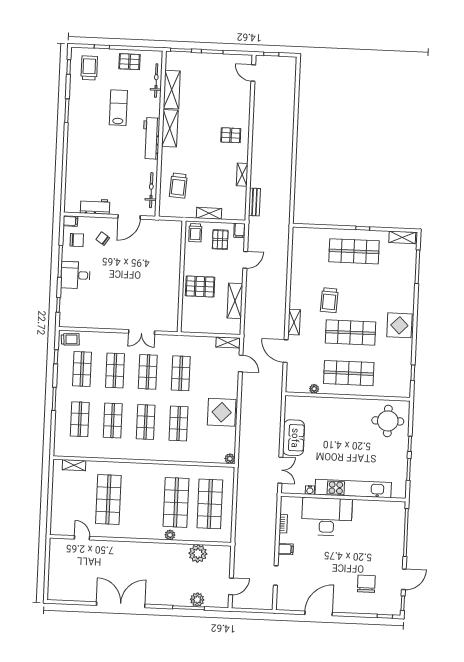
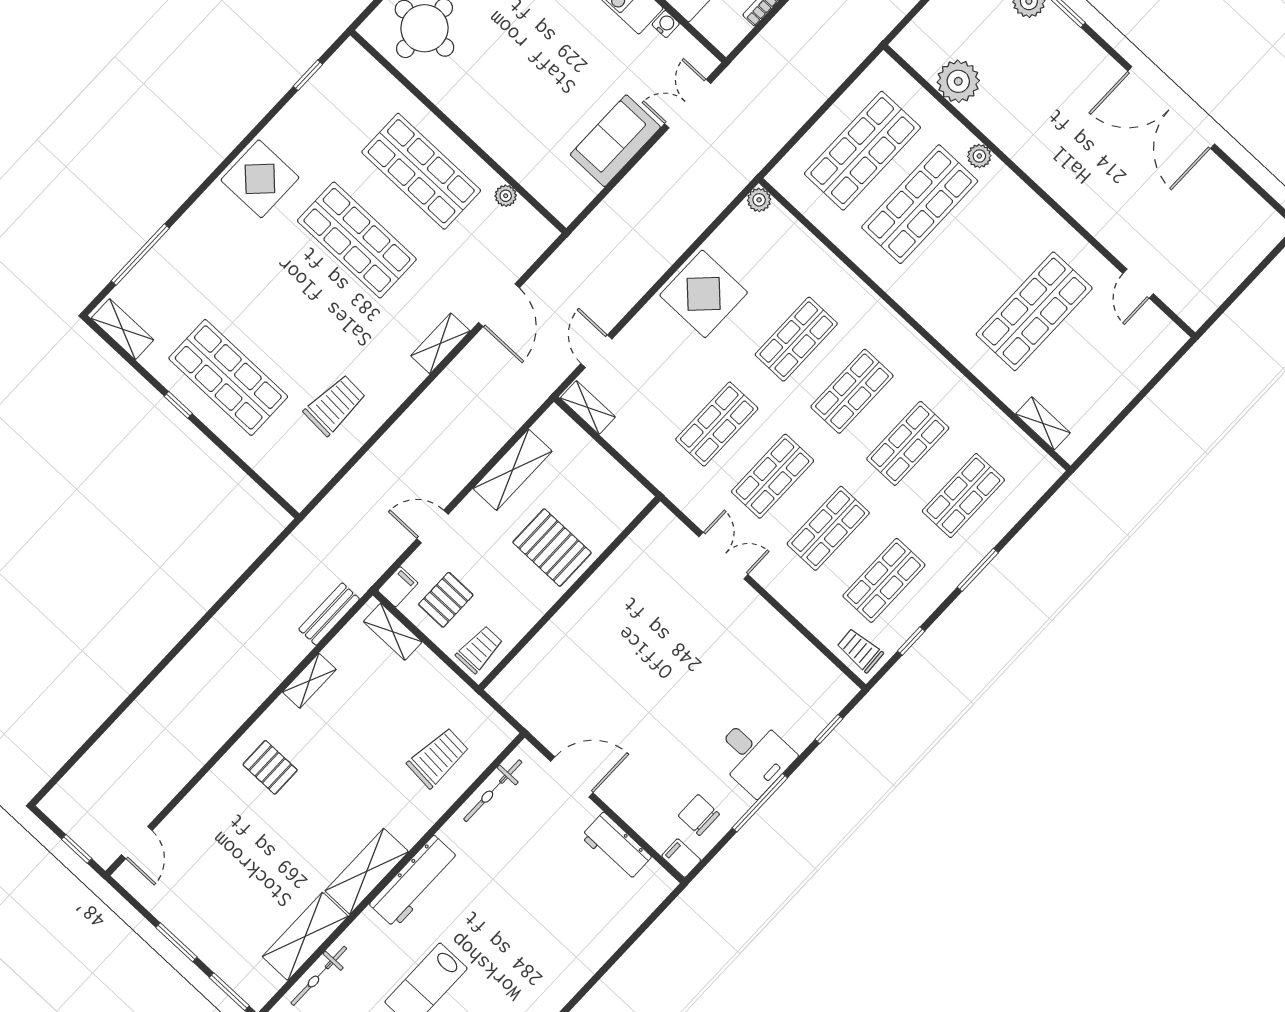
shelving: (209, 213) -> (393, 632), moved
chair: (103, 239) -> (651, 779), removed
trolley: (329, 300) -> (335, 405), moved

